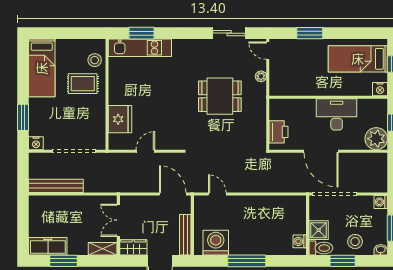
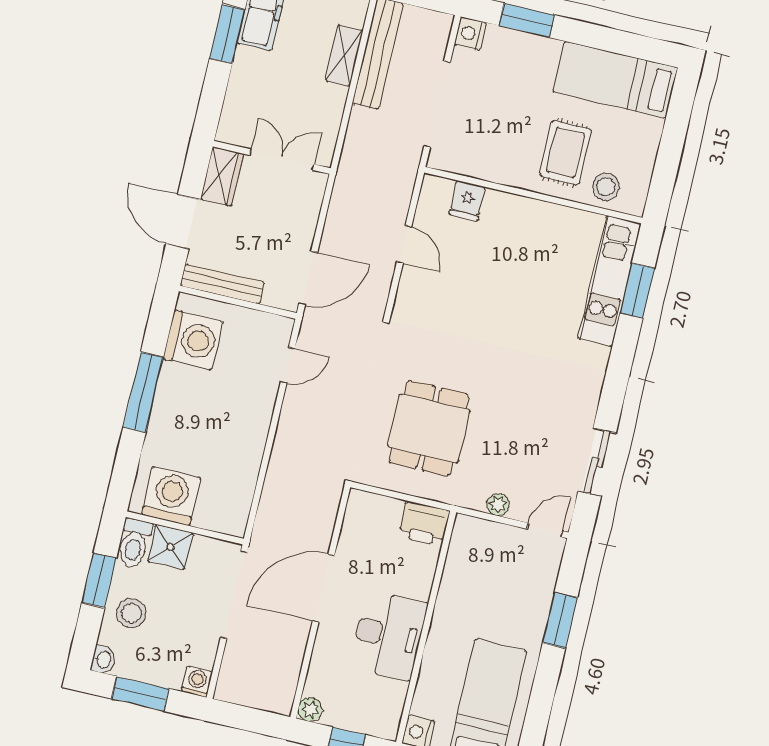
dining table: (220, 96) -> (429, 428), moved
fridge: (120, 119) -> (467, 201), width x0.53, depth x0.75
printer: (279, 132) -> (424, 524), moved
plant: (376, 139) -> (310, 710), width x0.53, depth x0.53
washing machine: (300, 241) -> (171, 496), width x1.89, depth x1.89
shelving: (103, 249) -> (344, 55), moved

